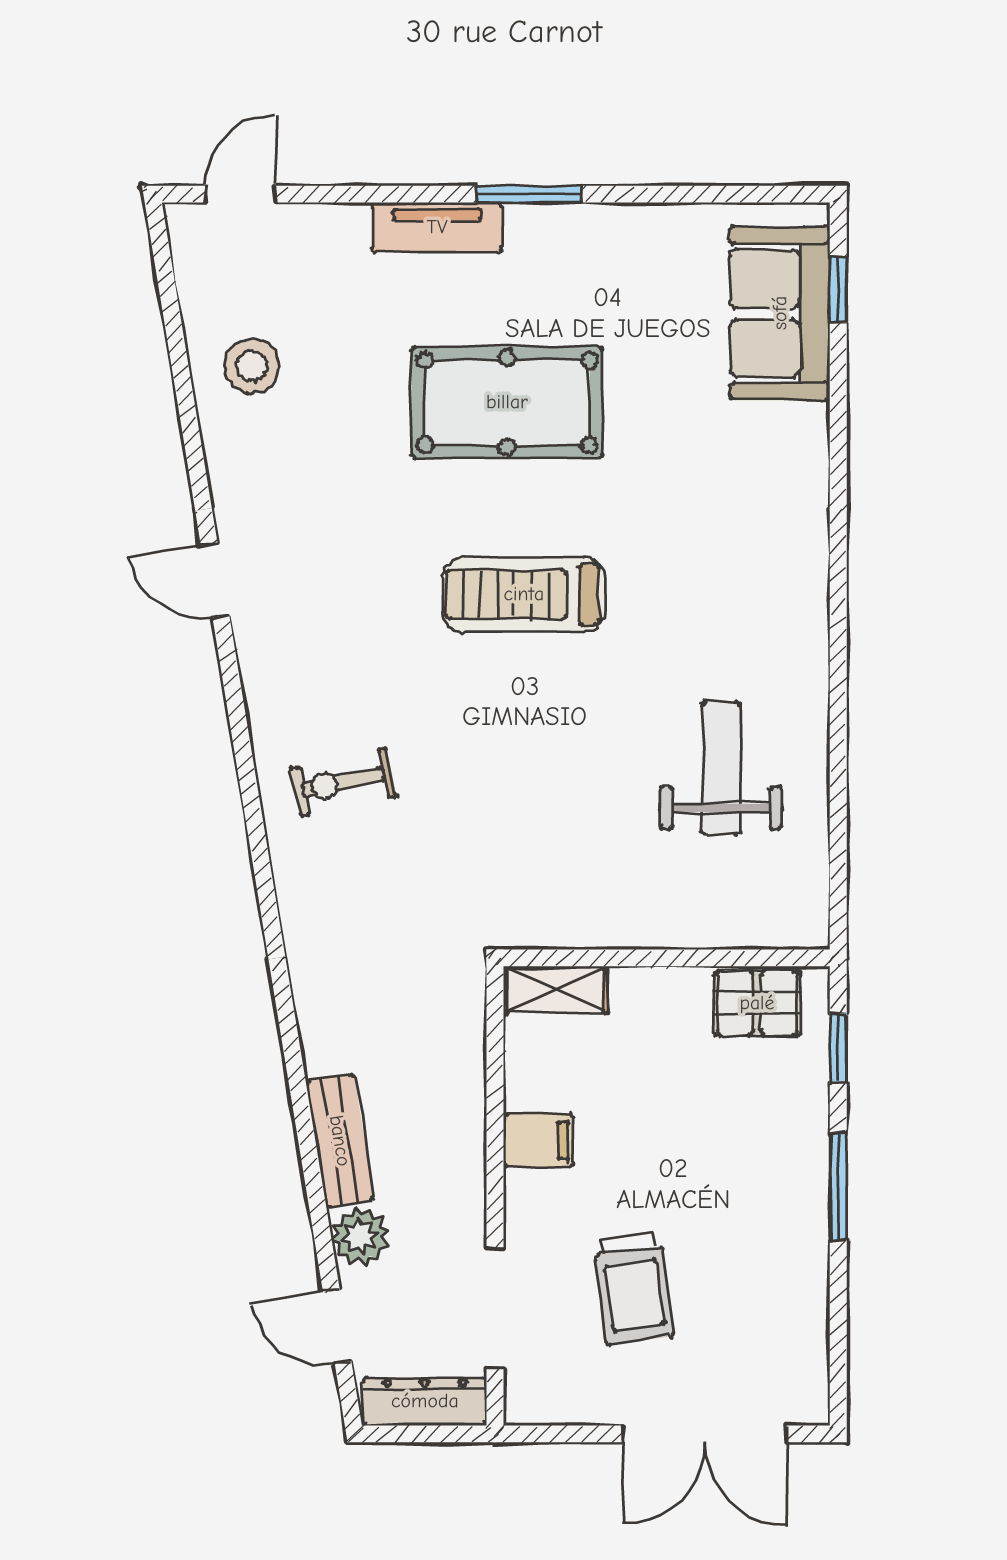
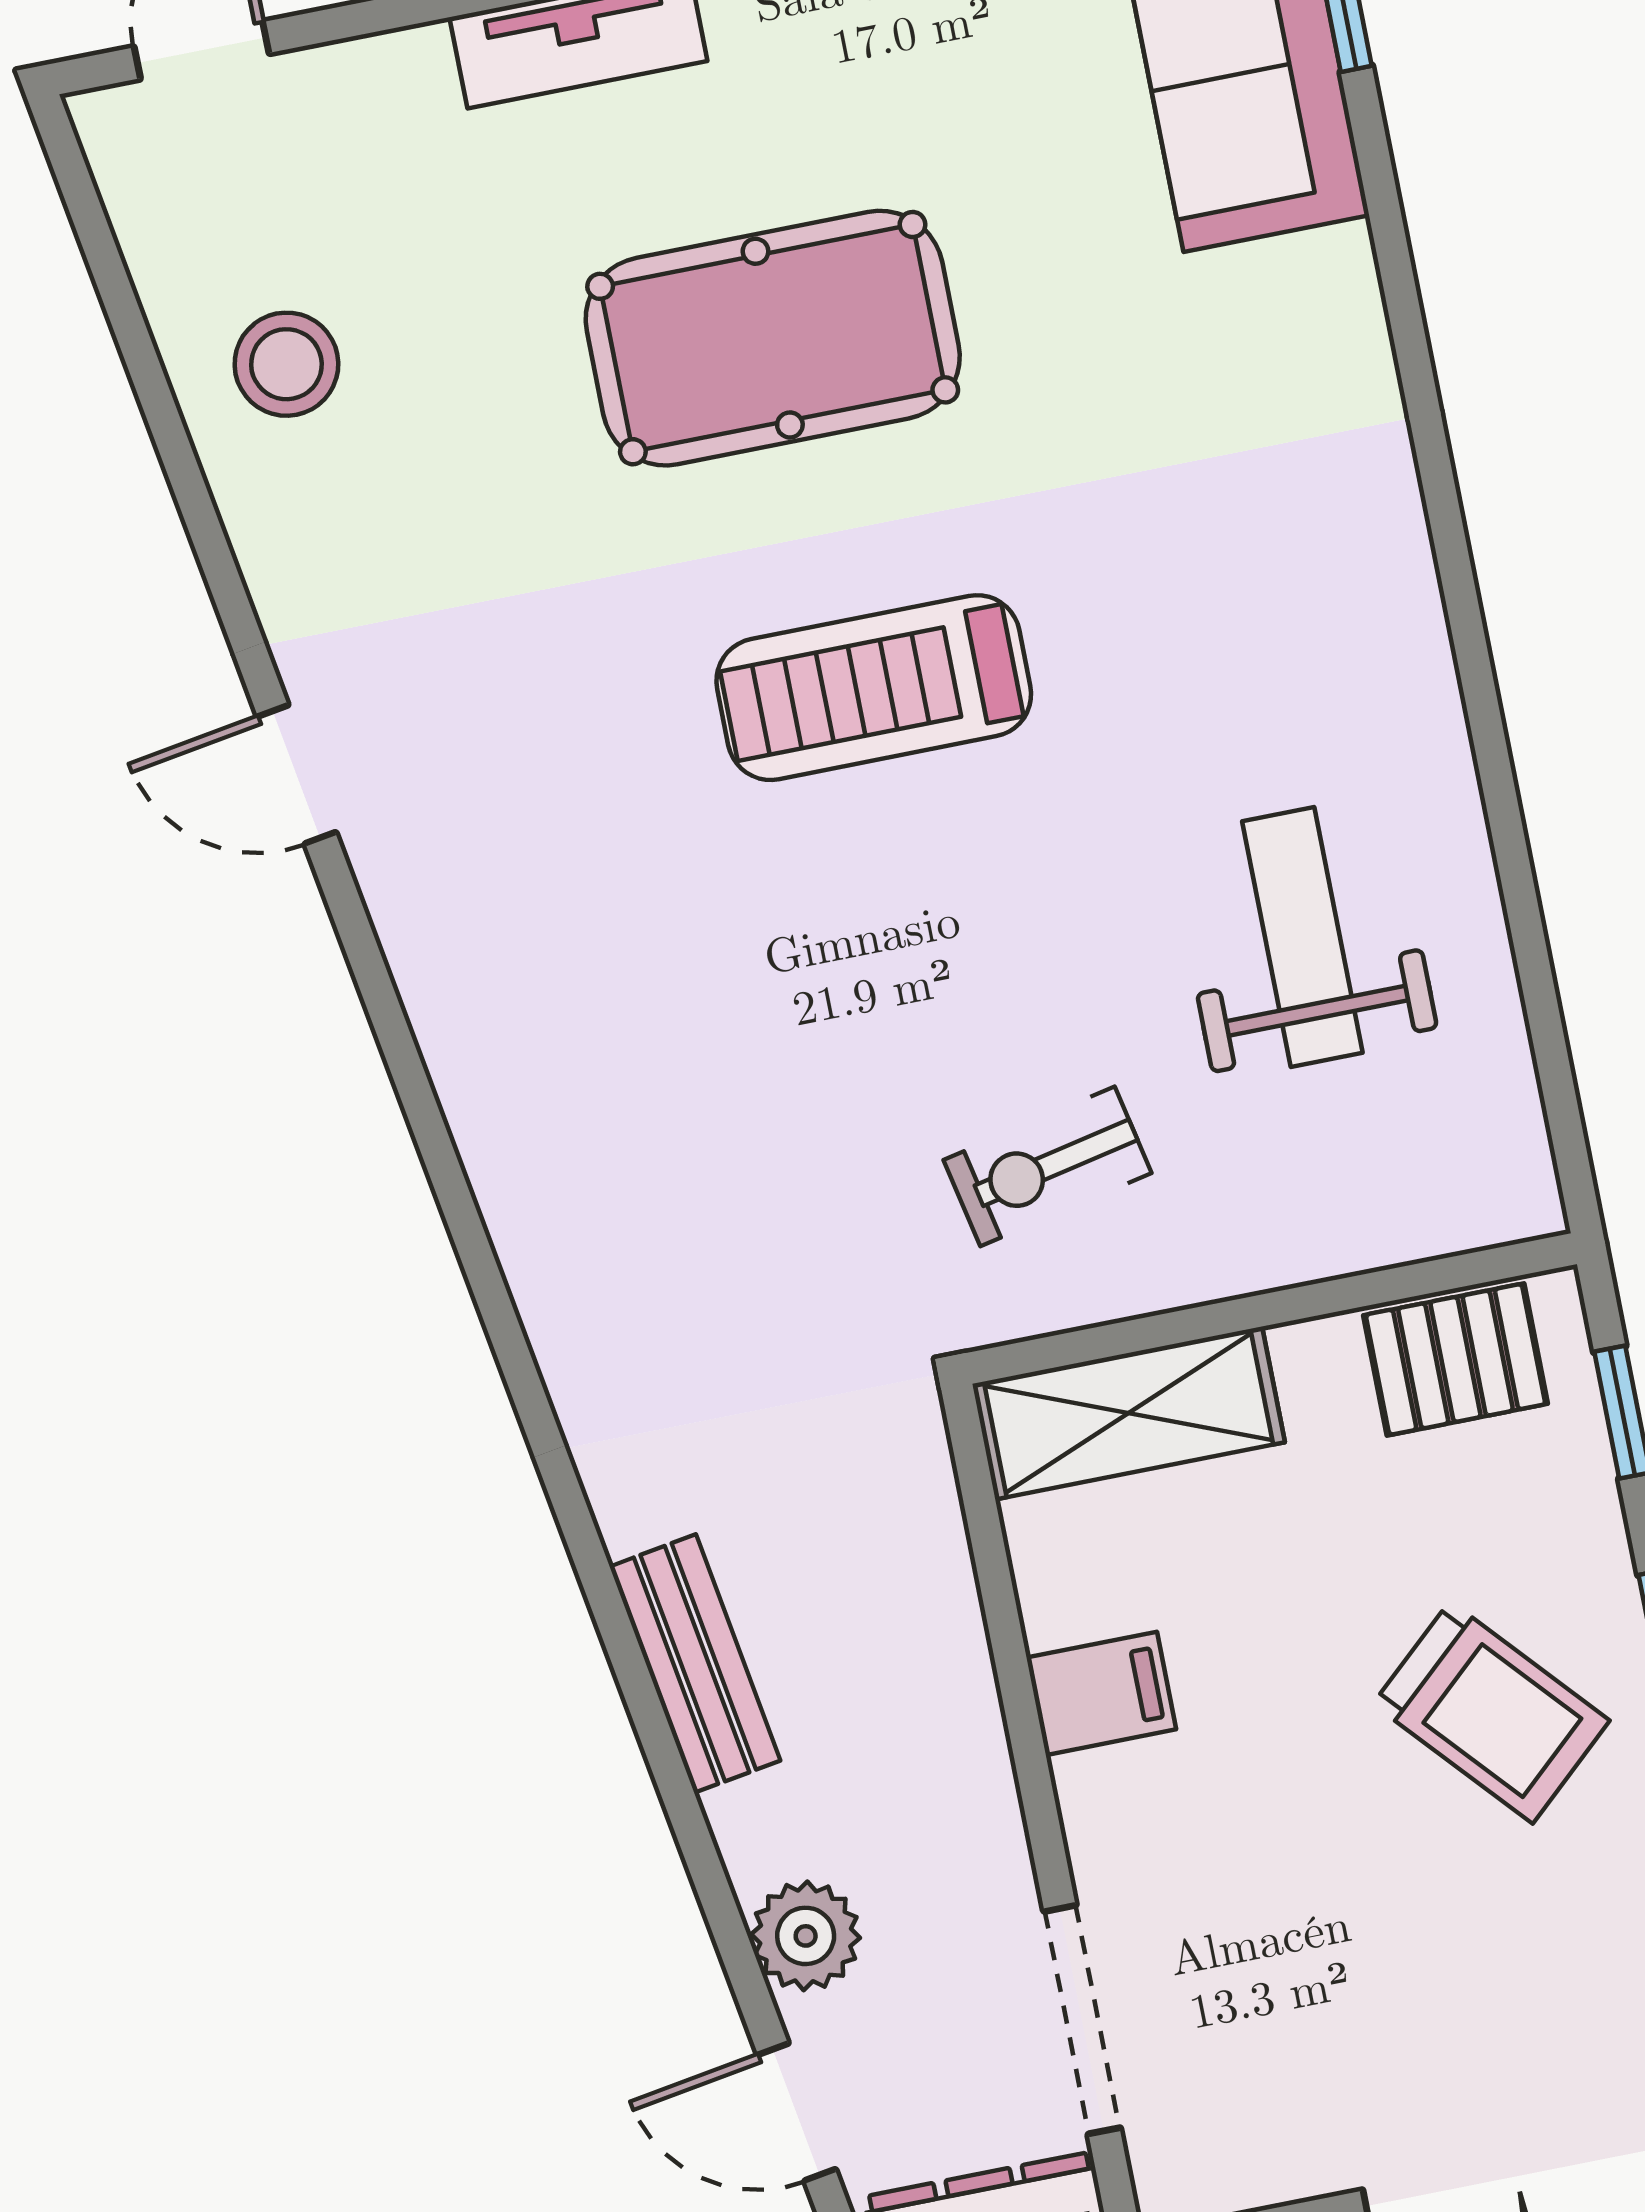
exercise bike: (343, 782) -> (1047, 1166), moved
shelving: (555, 990) -> (1129, 1413), width x1.50, depth x1.33
bench: (340, 1141) -> (695, 1664), moved
trolley: (634, 1288) -> (1491, 1712), moved, turned -35

